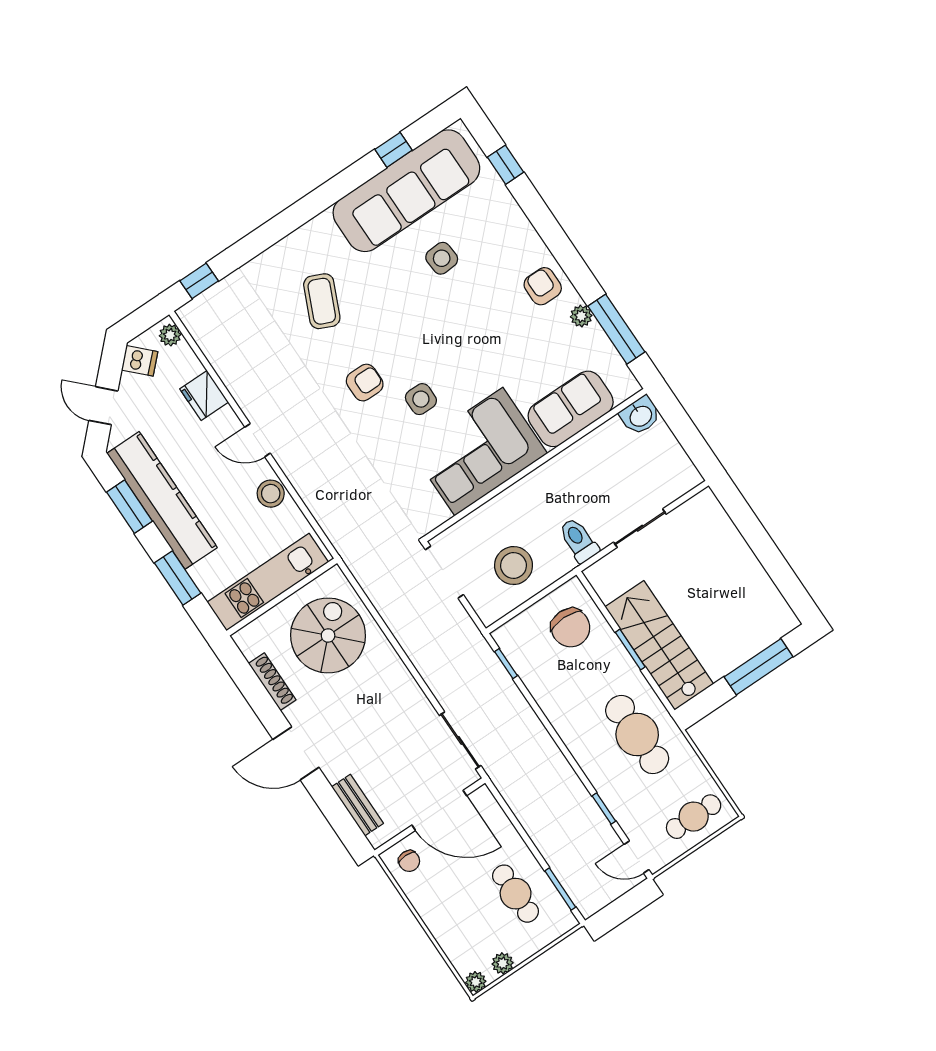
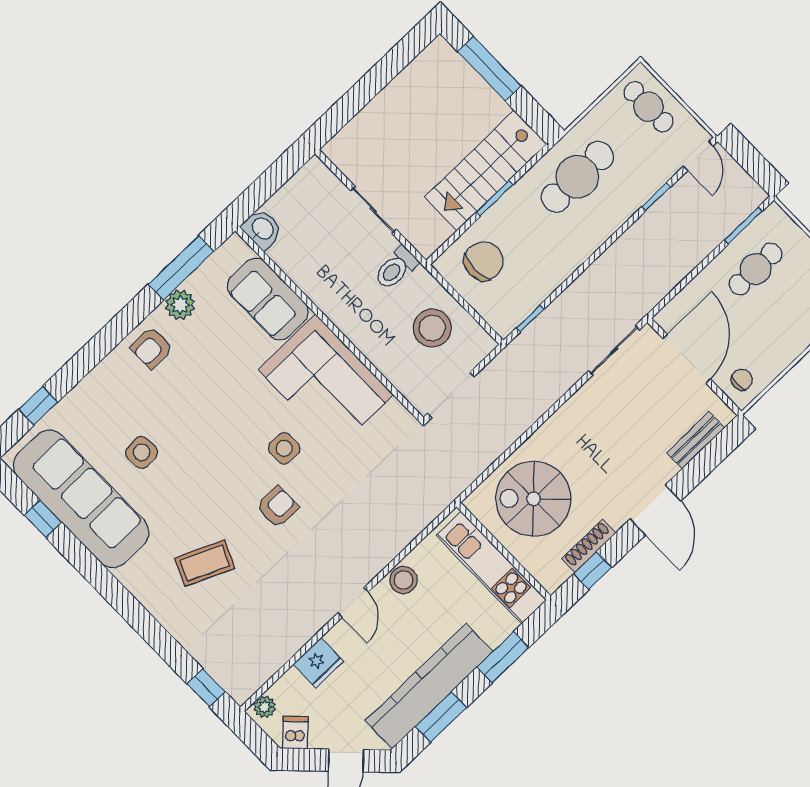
plant: (581, 316) -> (180, 305), width x1.38, depth x1.38
armchair: (365, 383) -> (278, 507), turned 90
window: (247, 681) -> (593, 571), added

